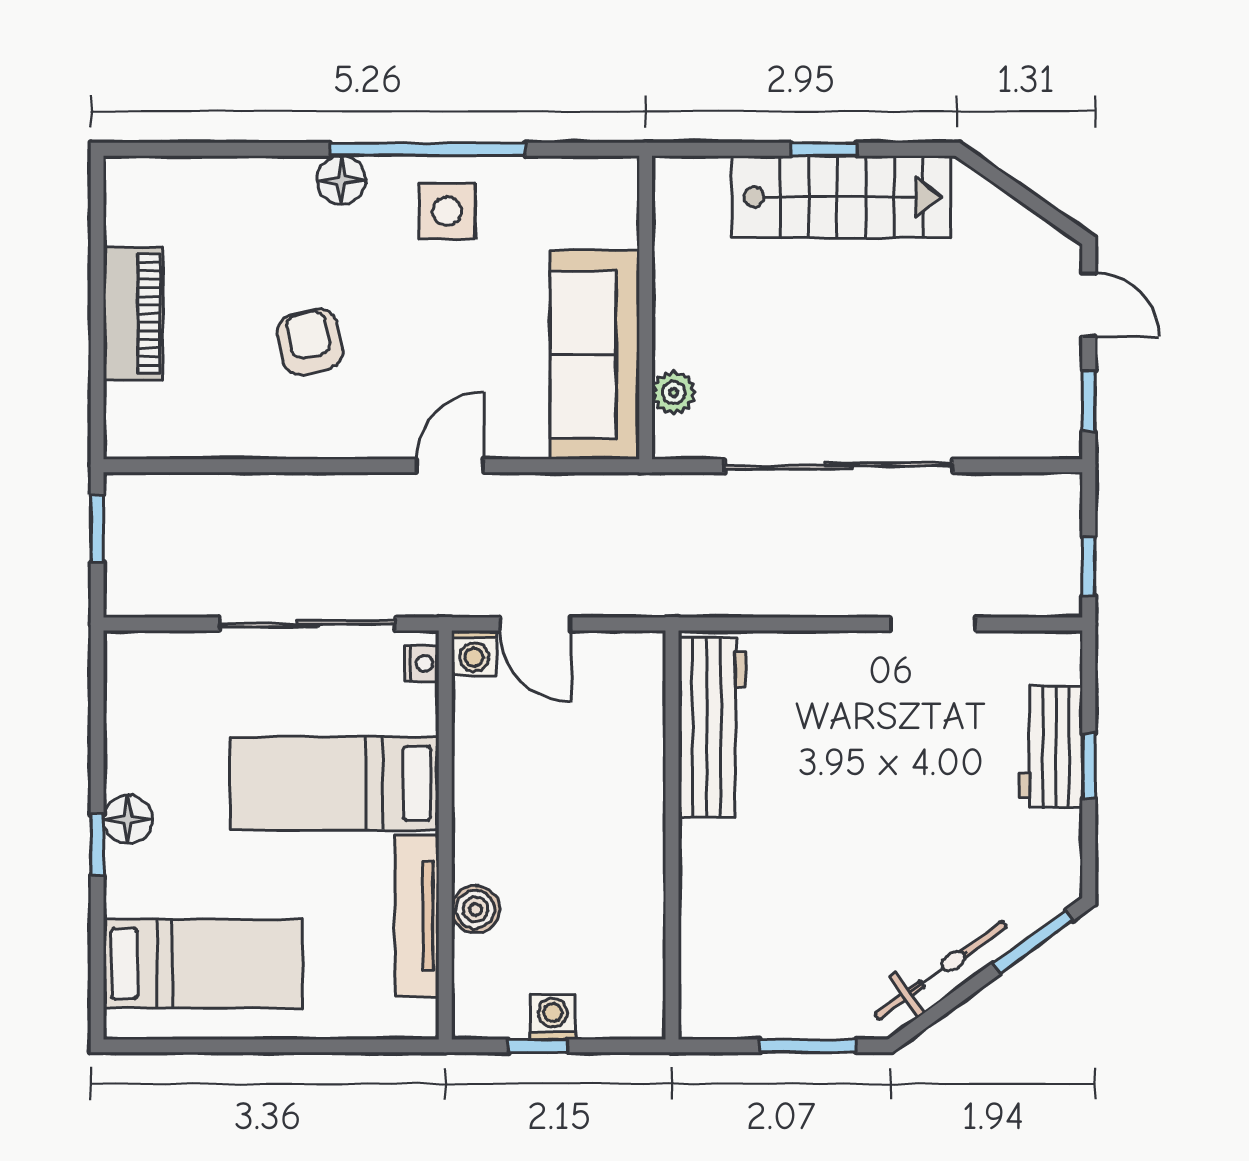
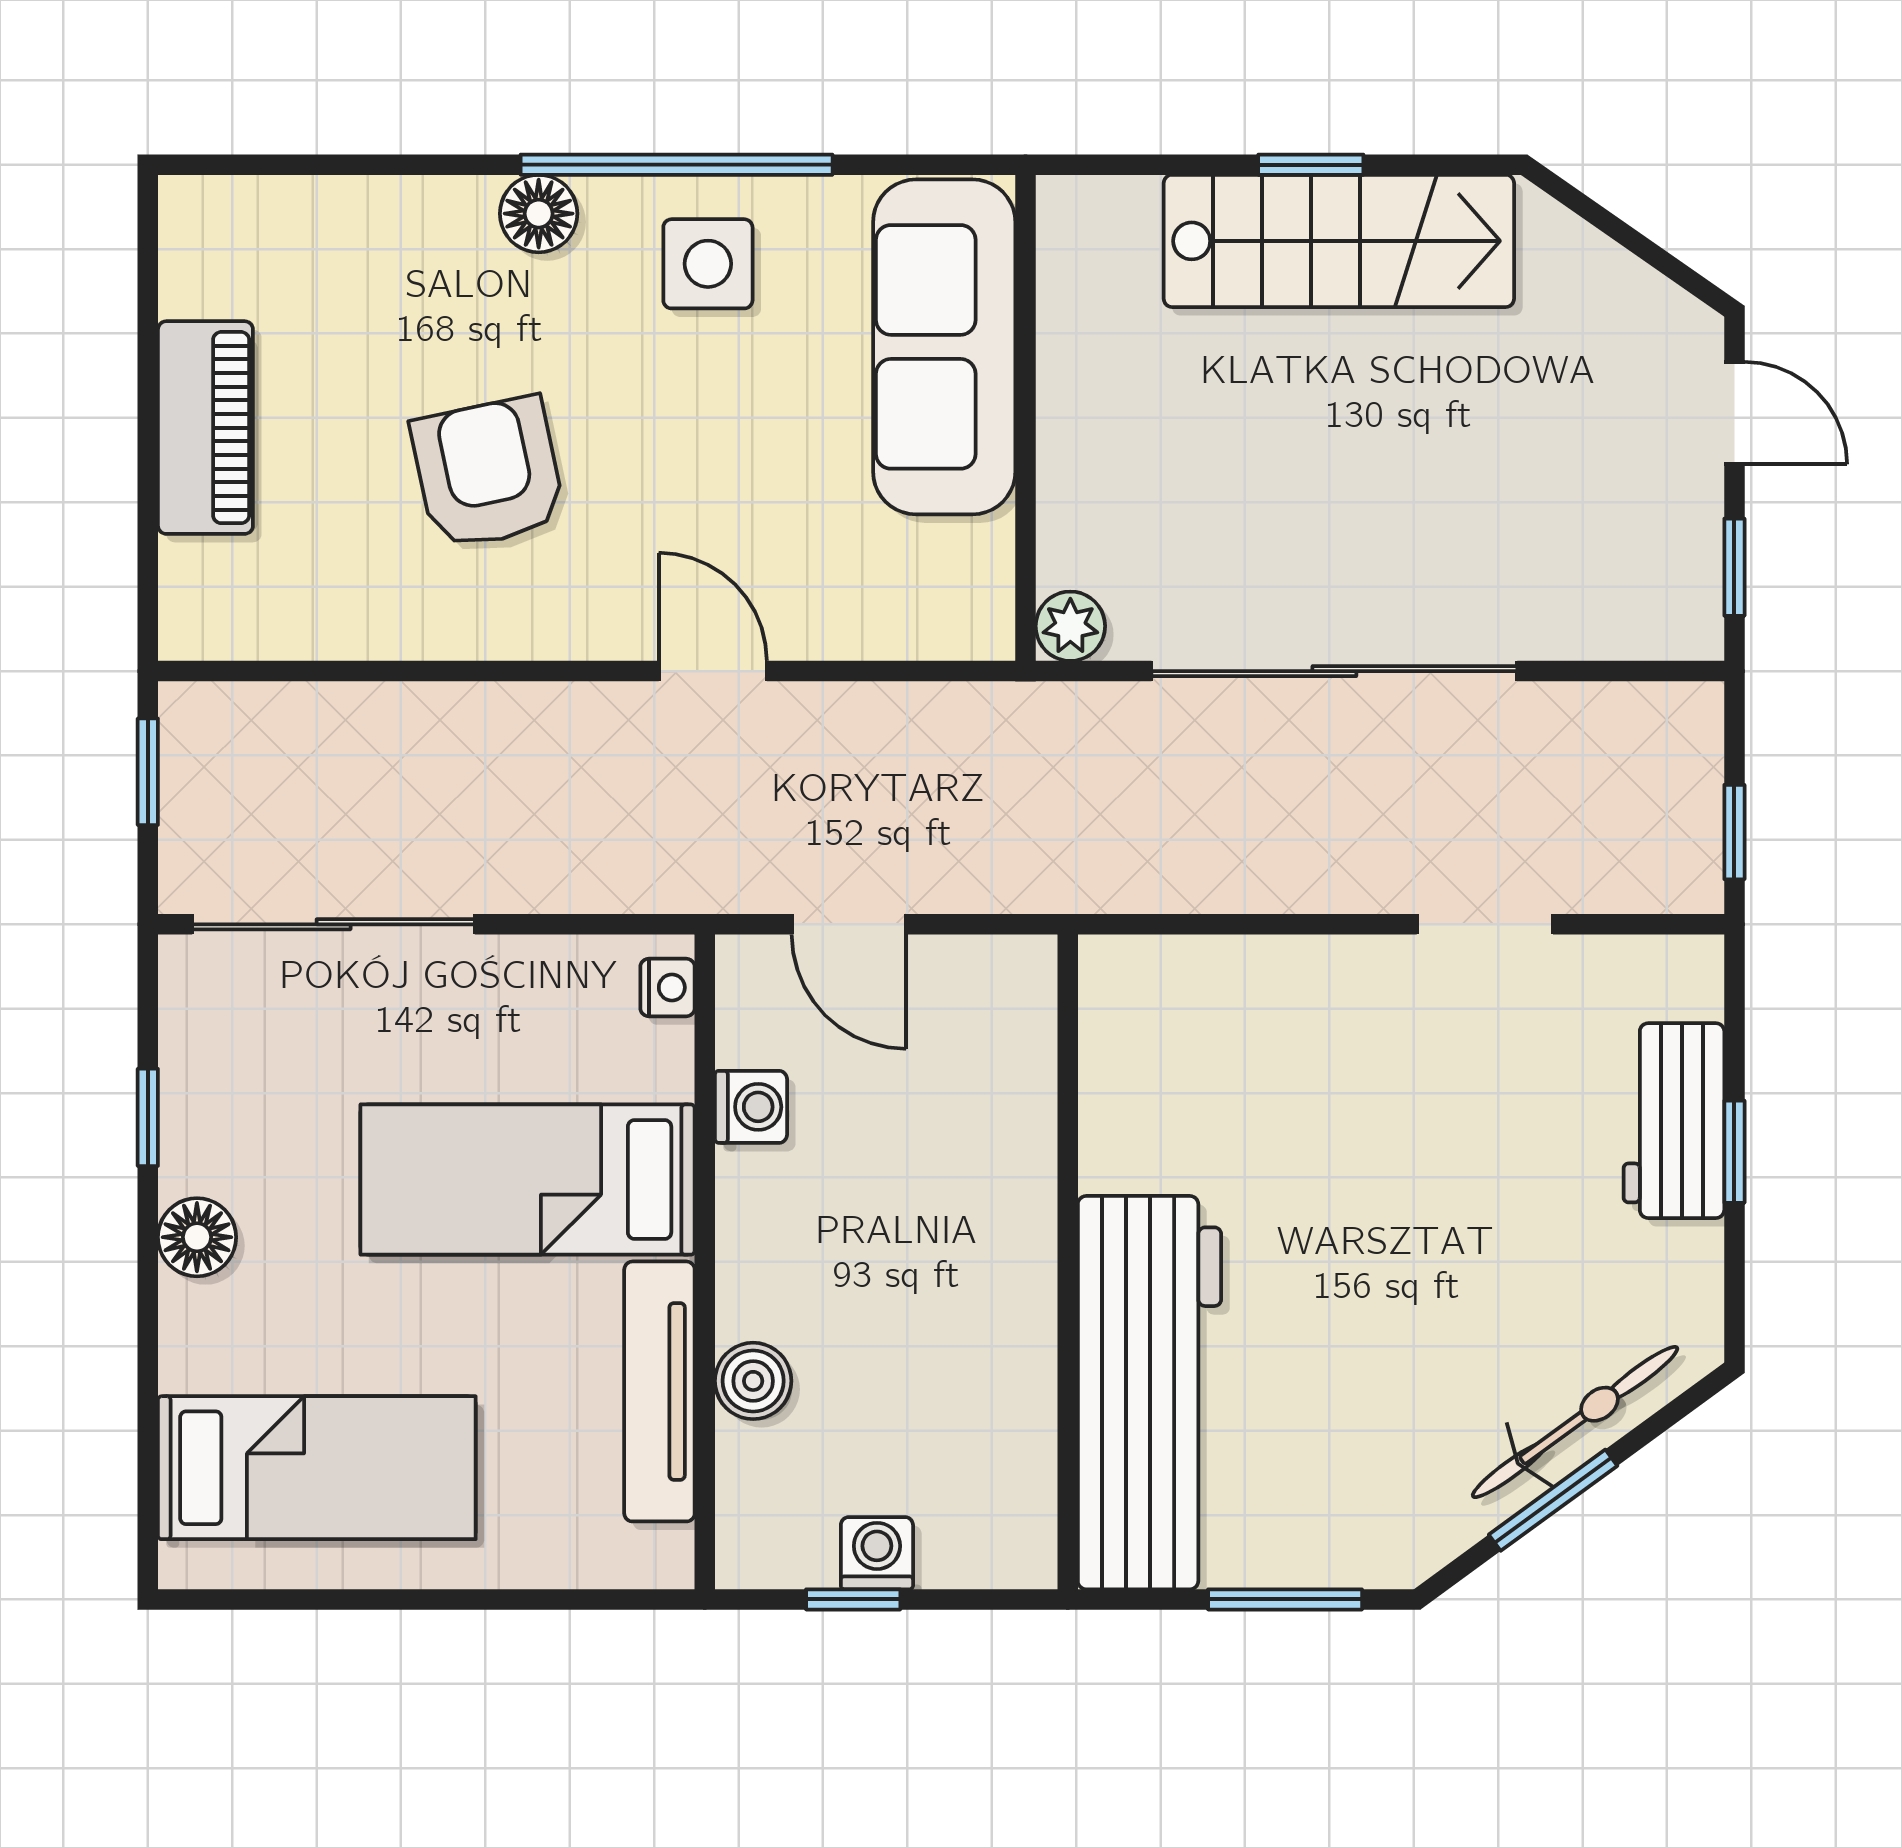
armchair: (310, 342) -> (488, 473), width x1.38, depth x1.38
sofa: (595, 355) -> (944, 347), moved
plant: (674, 393) -> (1070, 626), moved
door: (450, 466) -> (713, 671), hinge flipped
sliding door: (307, 624) -> (334, 924), moved
washing machine: (474, 653) -> (751, 1107), moved, turned -90
workbench: (712, 727) -> (1150, 1393), moved, width x1.36, depth x1.32
window: (97, 845) -> (148, 1117), moved
window: (1033, 942) -> (1553, 1500), moved
bicycle: (941, 970) -> (1575, 1422), moved

